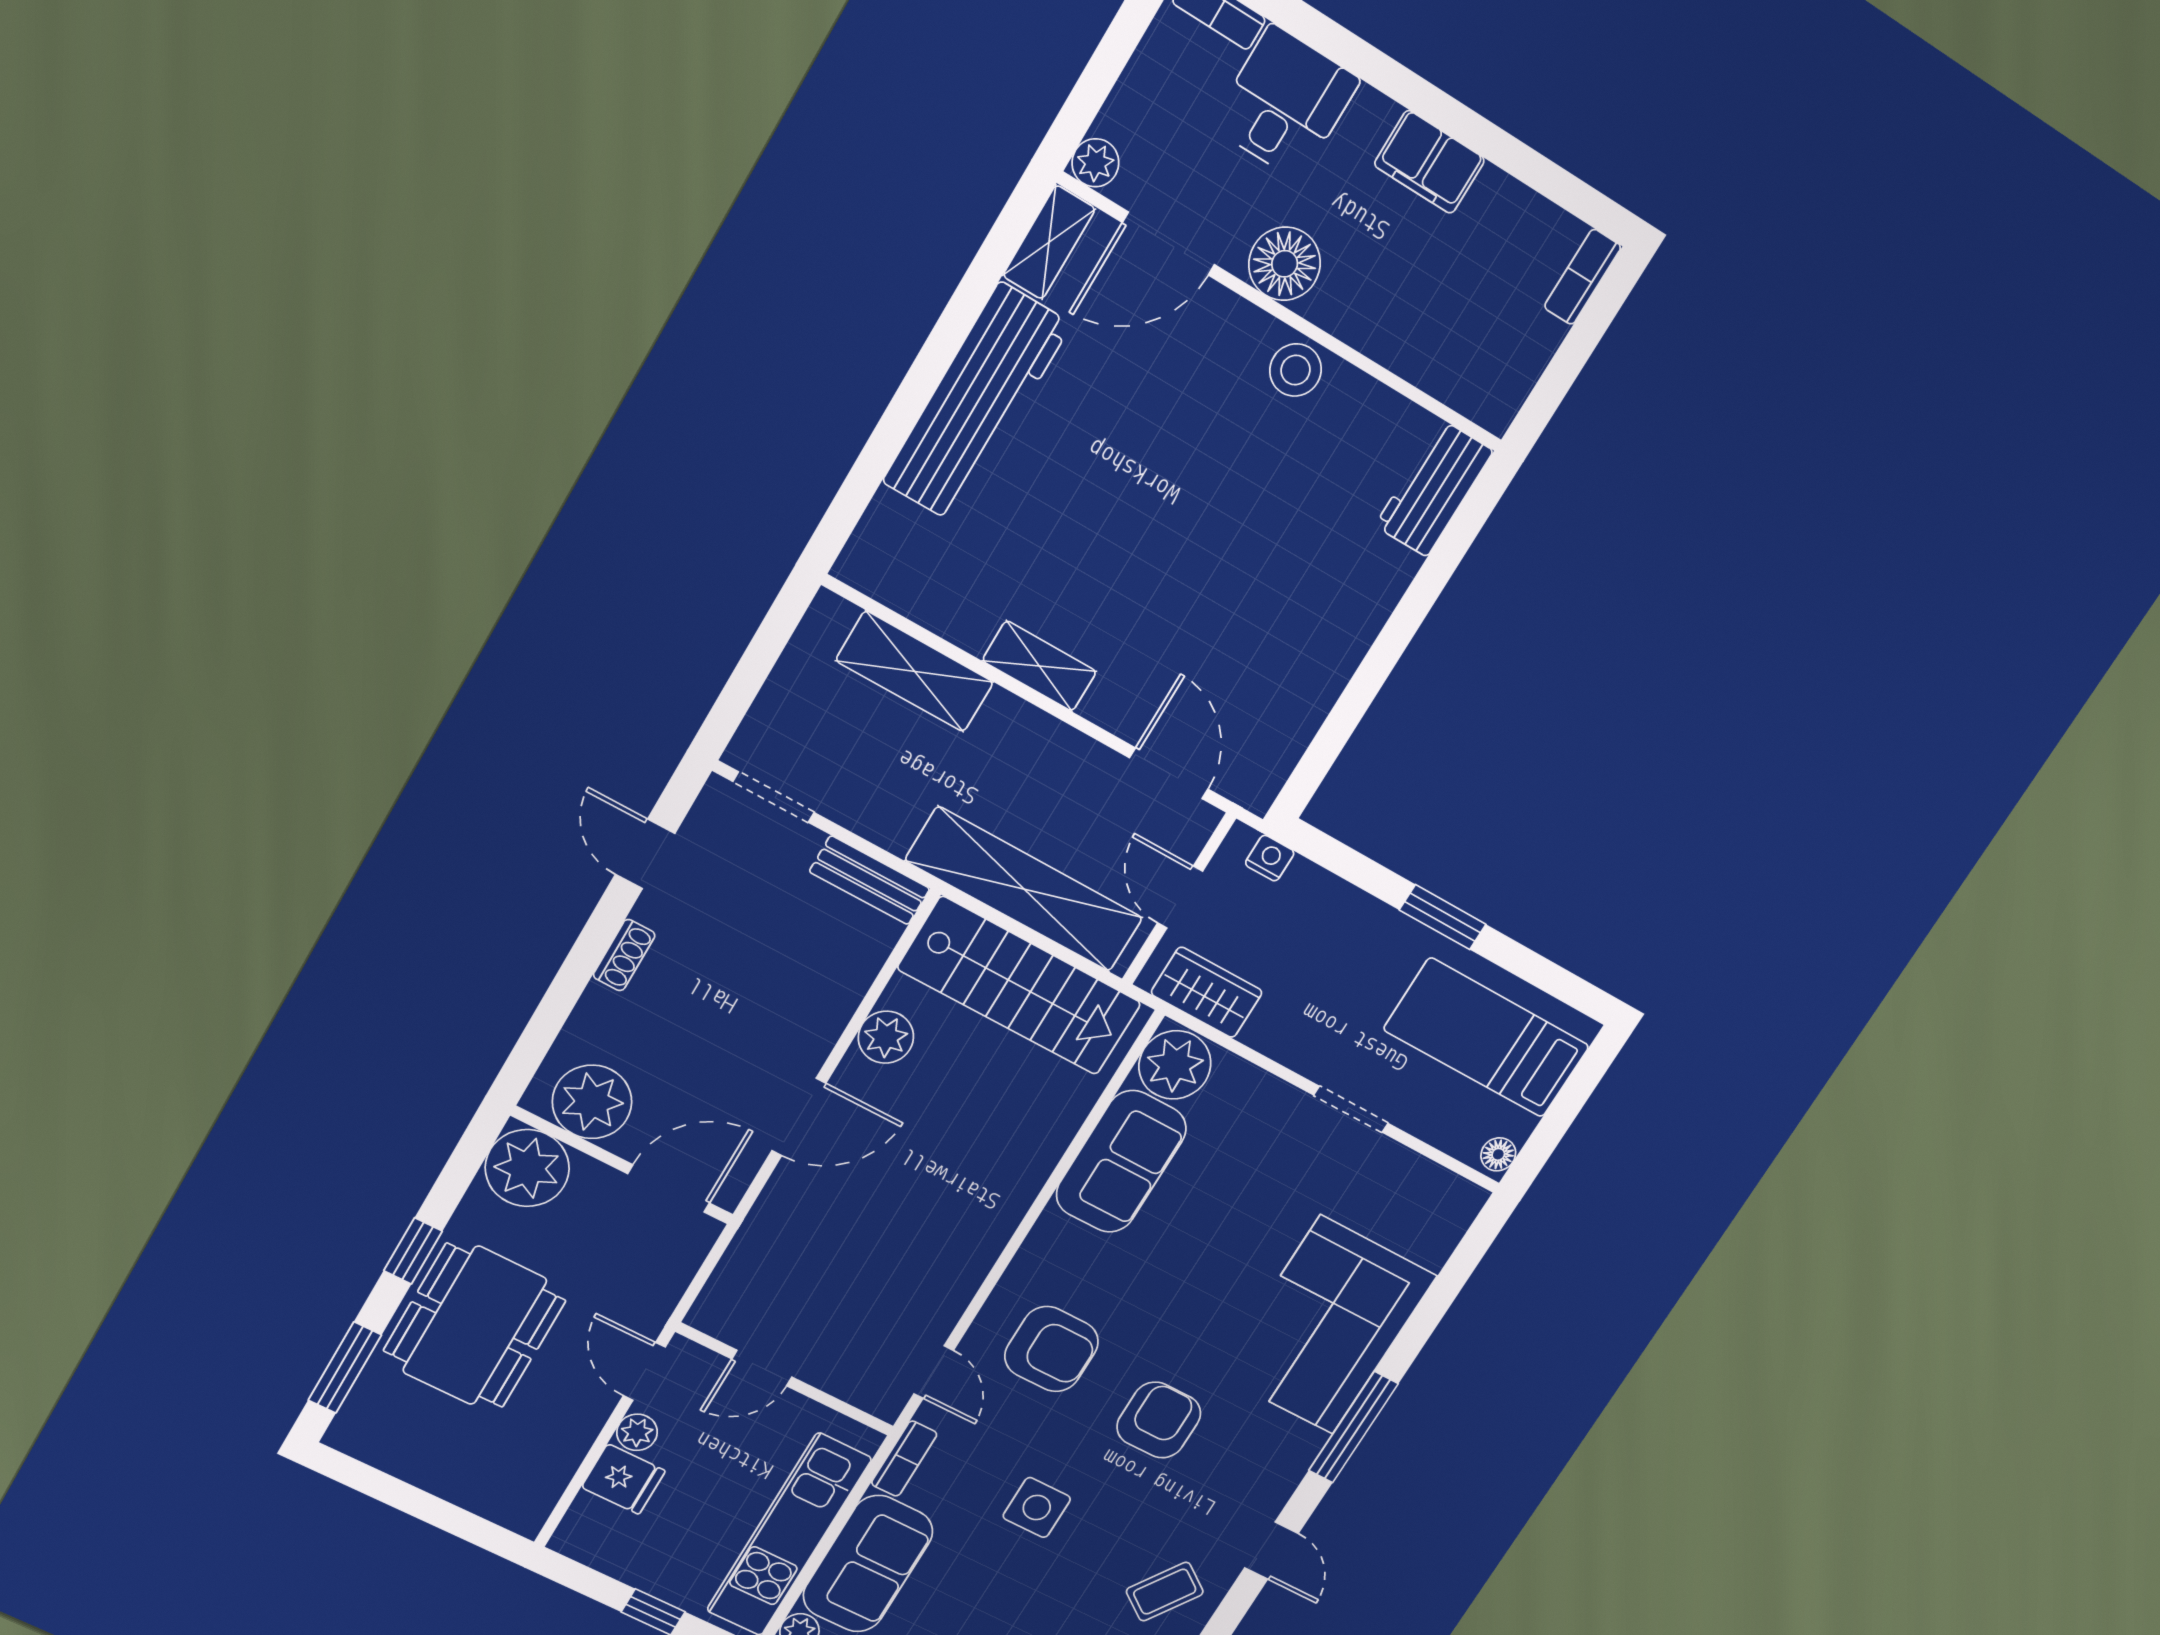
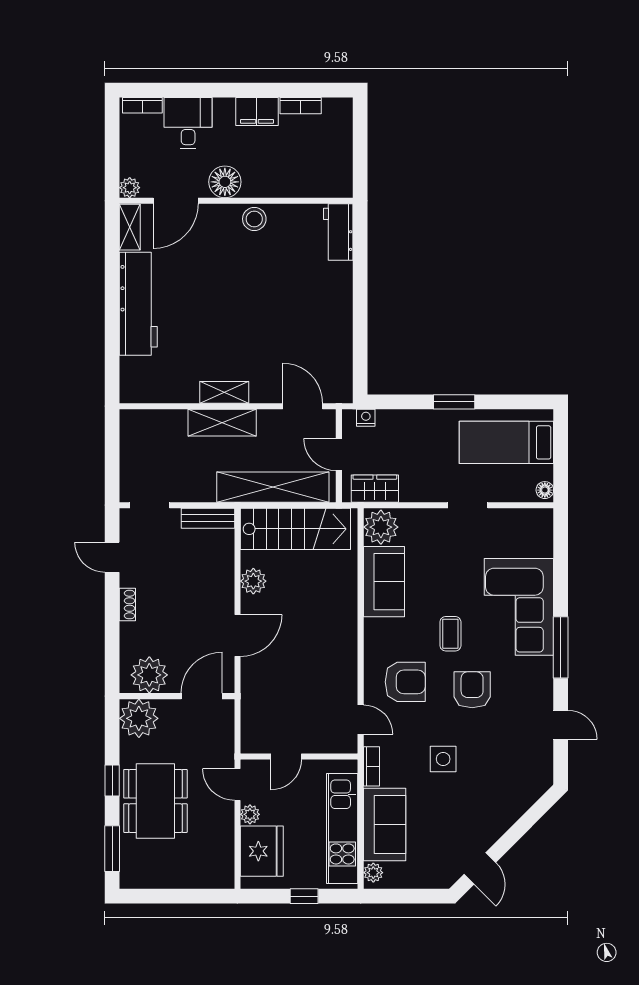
bookcase: (1583, 277) -> (301, 106), moved, turned -90
shelving: (915, 671) -> (222, 423), moved
fridge: (623, 1479) -> (262, 851), width x1.88, depth x1.34
coffee table: (1165, 1592) -> (450, 634), moved, turned -35

